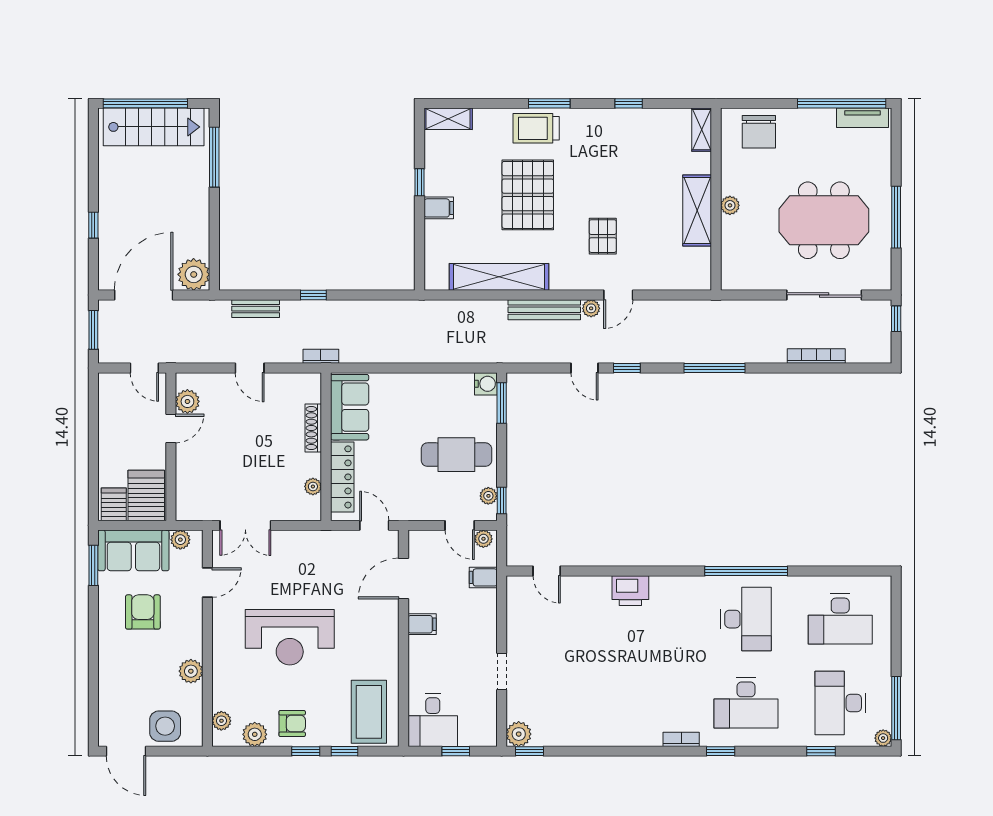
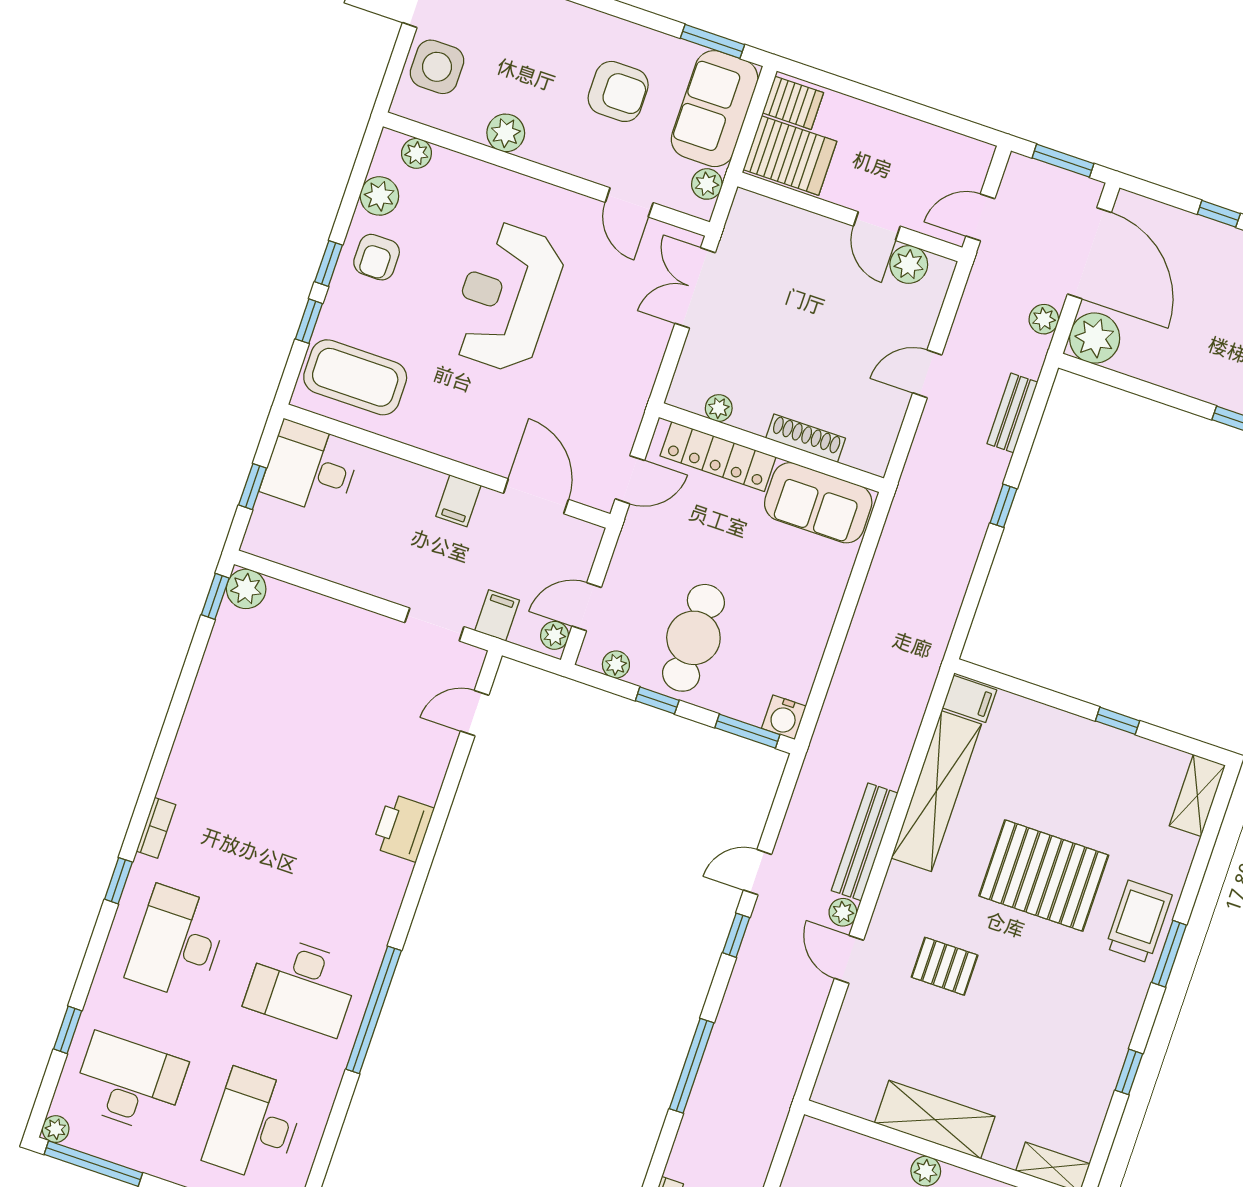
filing cabinet: (439, 208) -> (970, 699), moved, turned -90
plant: (193, 309) -> (1044, 319), added
bookcase: (321, 356) -> (908, 486), removed
window: (502, 500) -> (657, 700), moved
doorway: (502, 672) -> (434, 625), moved

